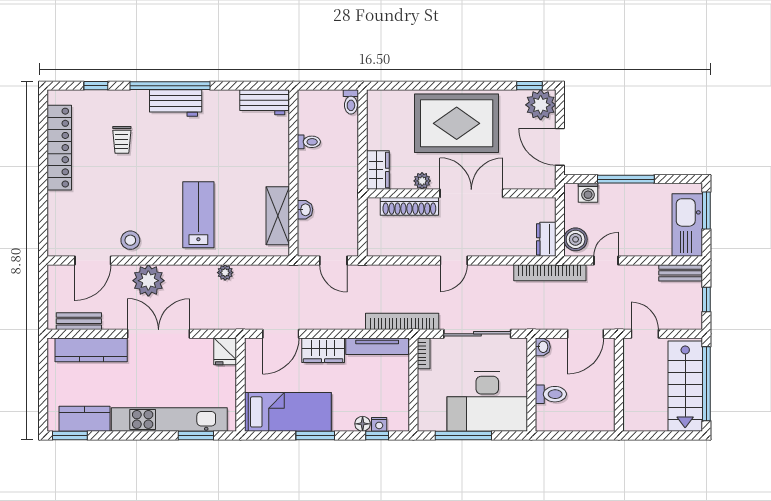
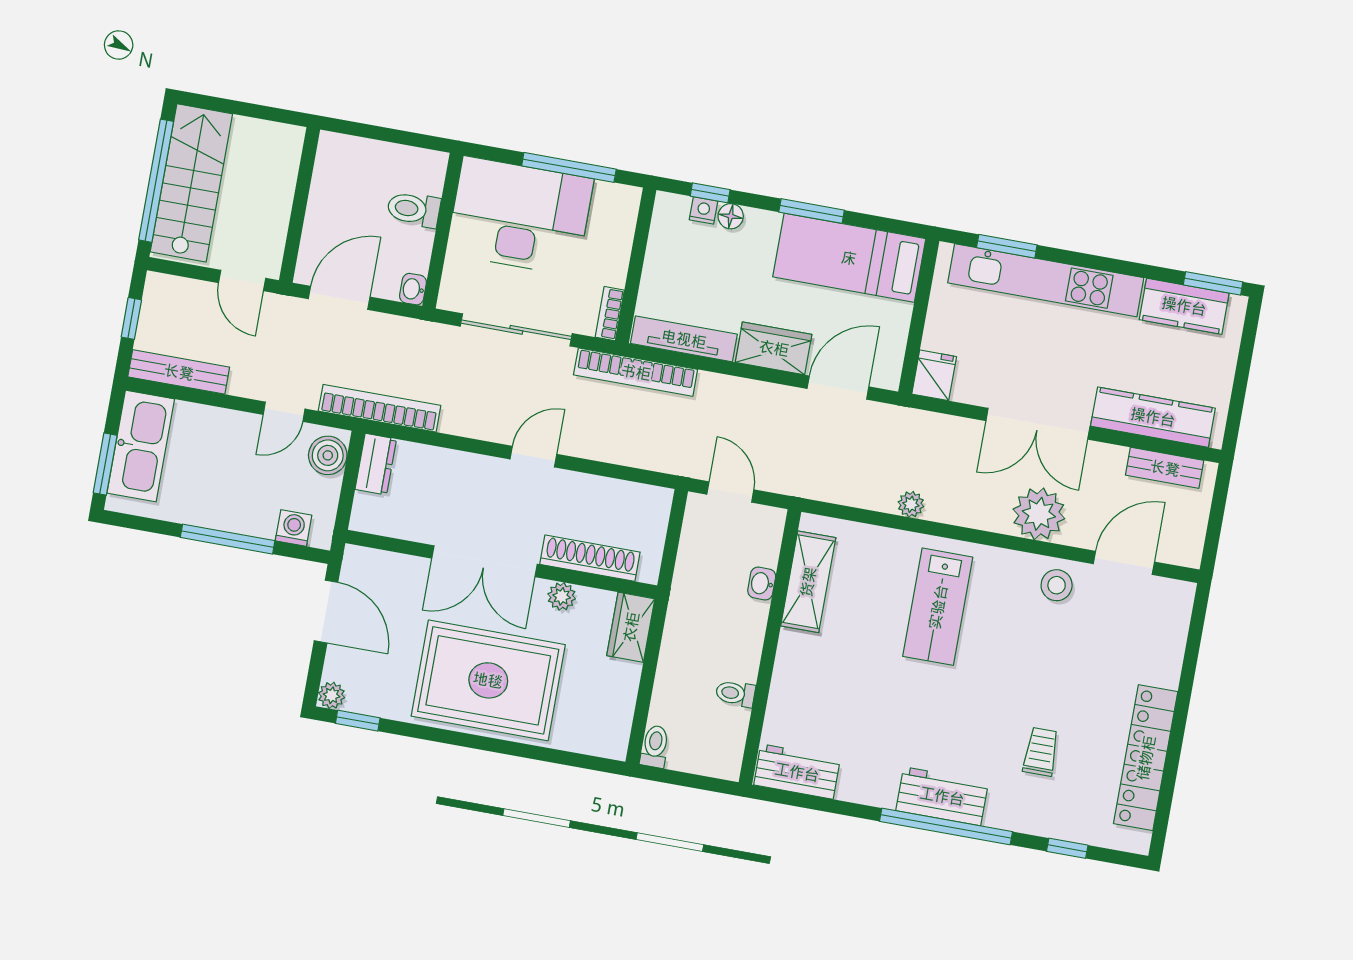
plant: (541, 105) -> (332, 695), width x0.53, depth x0.53
bench: (681, 273) -> (179, 372), width x1.36

